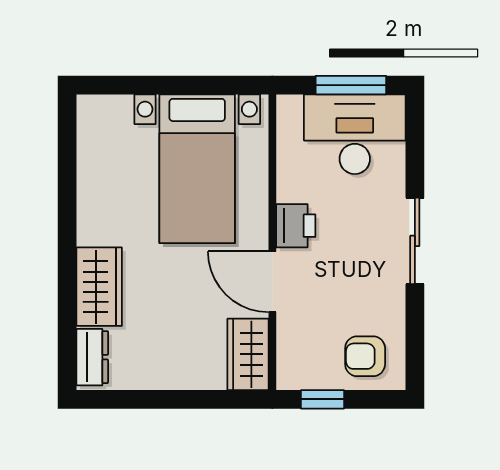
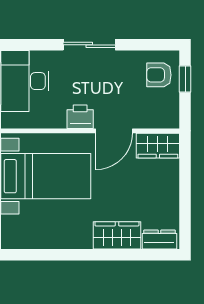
armchair: (365, 356) -> (159, 75), turned 90
window: (323, 399) -> (185, 79), moved

